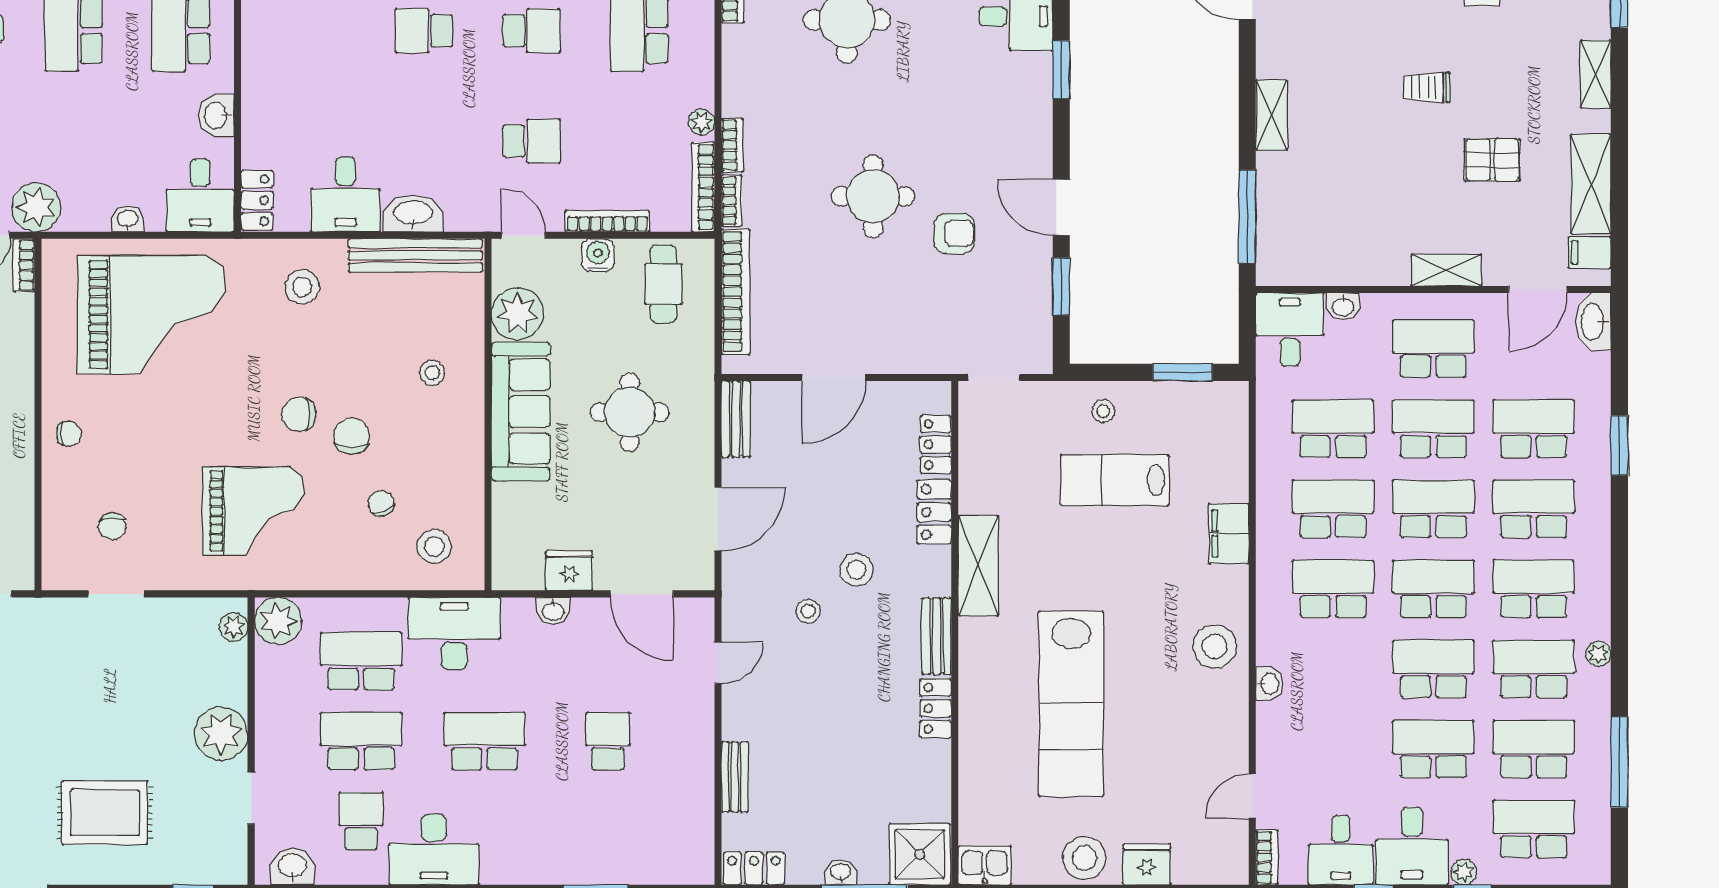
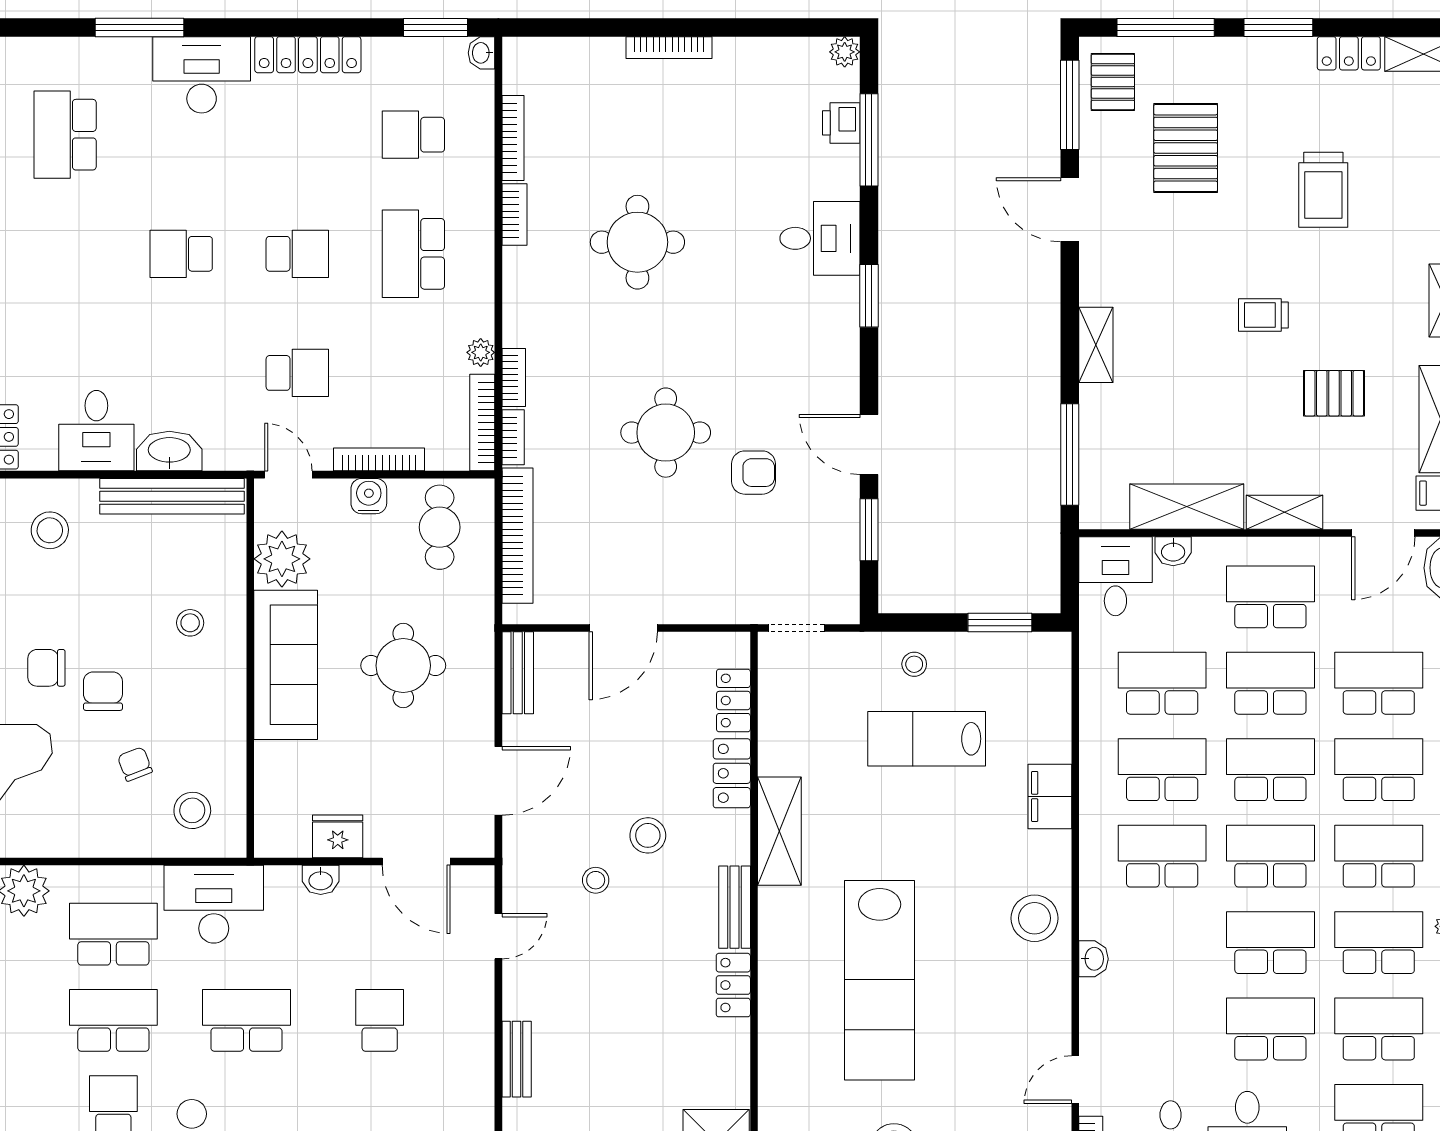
shelving: (1356, 265) -> (1187, 507), added

